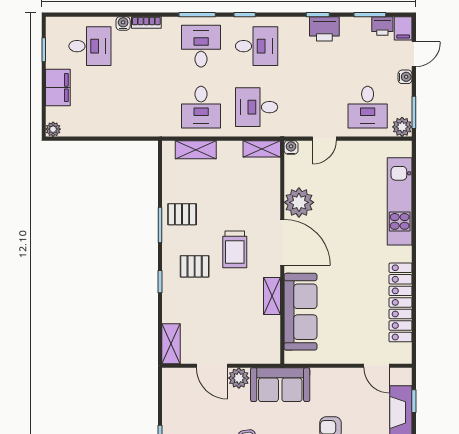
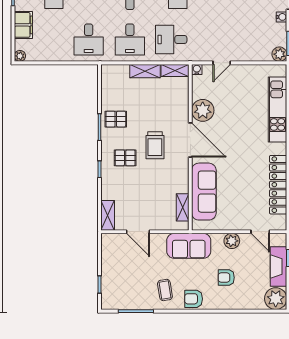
desk: (368, 107) -> (89, 39), moved
shelving: (196, 150) -> (145, 71), moved
shelving: (272, 296) -> (183, 207), moved
plant: (239, 378) -> (232, 241), moved

